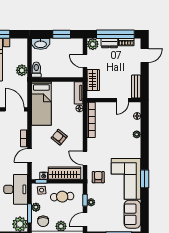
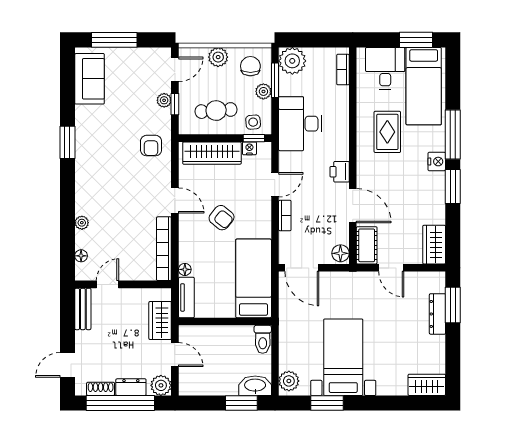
window: (62, 34) -> (241, 403), moved
plant: (22, 70) -> (289, 381), moved
door: (85, 158) -> (175, 200), moved
corner sofa: (126, 179) -> (101, 142), removed

